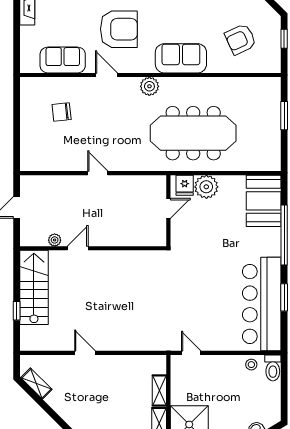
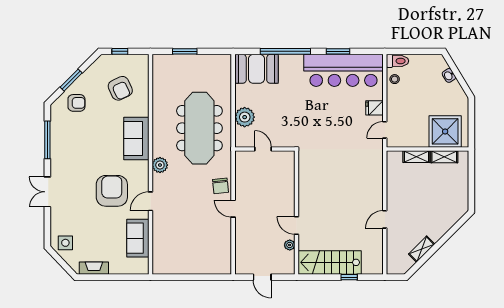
chair: (62, 112) -> (221, 186), moved
door: (98, 173) -> (233, 209), hinge flipped
fridge: (185, 185) -> (374, 108), moved, turned 180
shelving: (36, 383) -> (422, 249), moved

